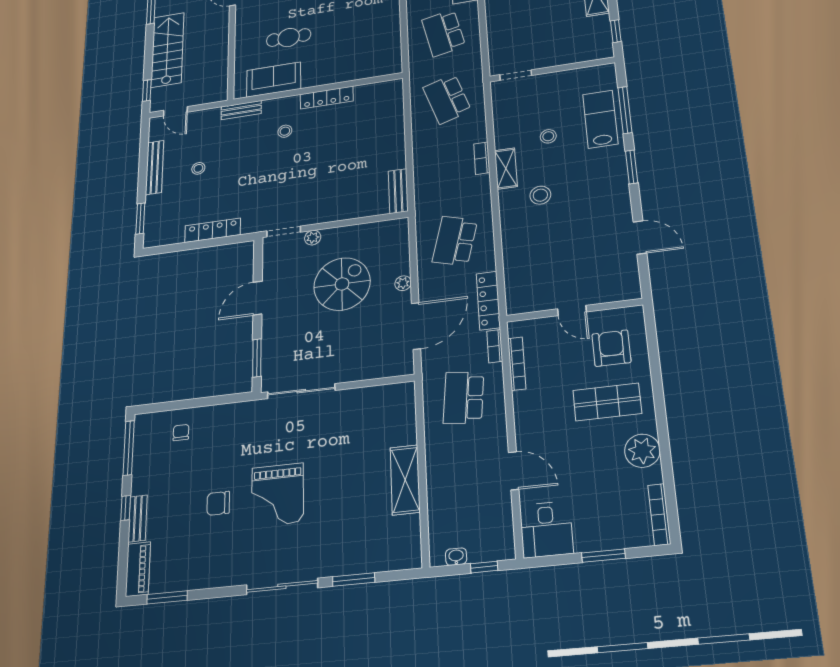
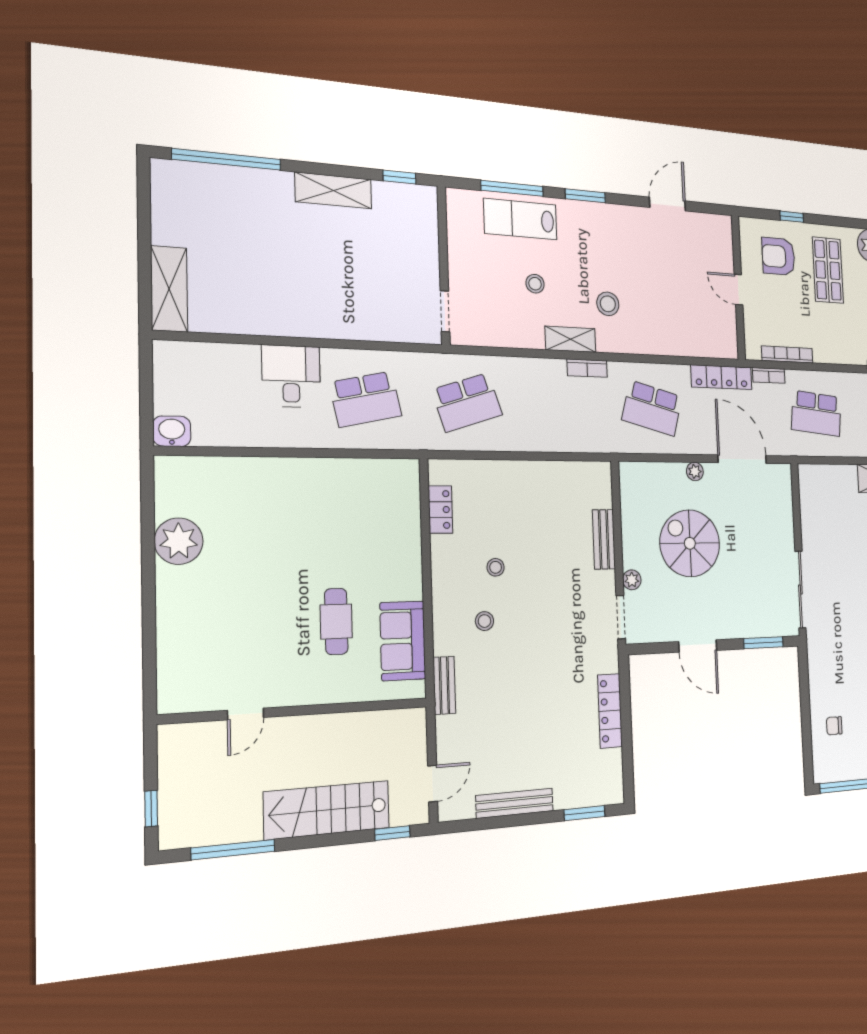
locker: (327, 98) -> (440, 510), moved, width x0.66
bookcase: (482, 158) -> (587, 368), moved
stool: (198, 168) -> (496, 567), moved
bench: (398, 191) -> (604, 539), moved, turned 90
door: (572, 310) -> (738, 290), swing flipped
window: (654, 359) -> (792, 217), added

